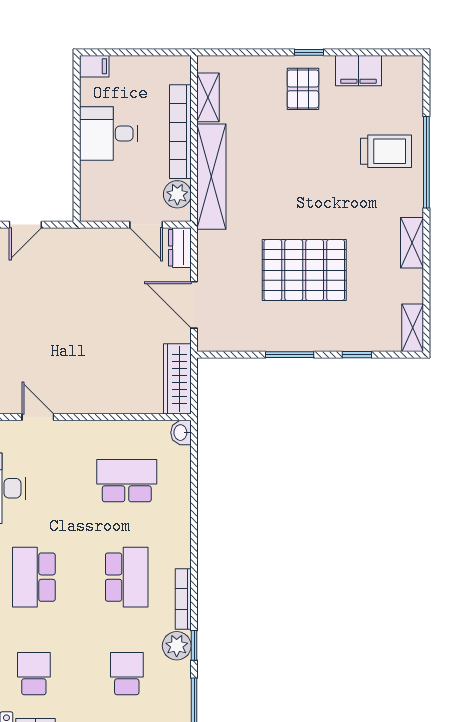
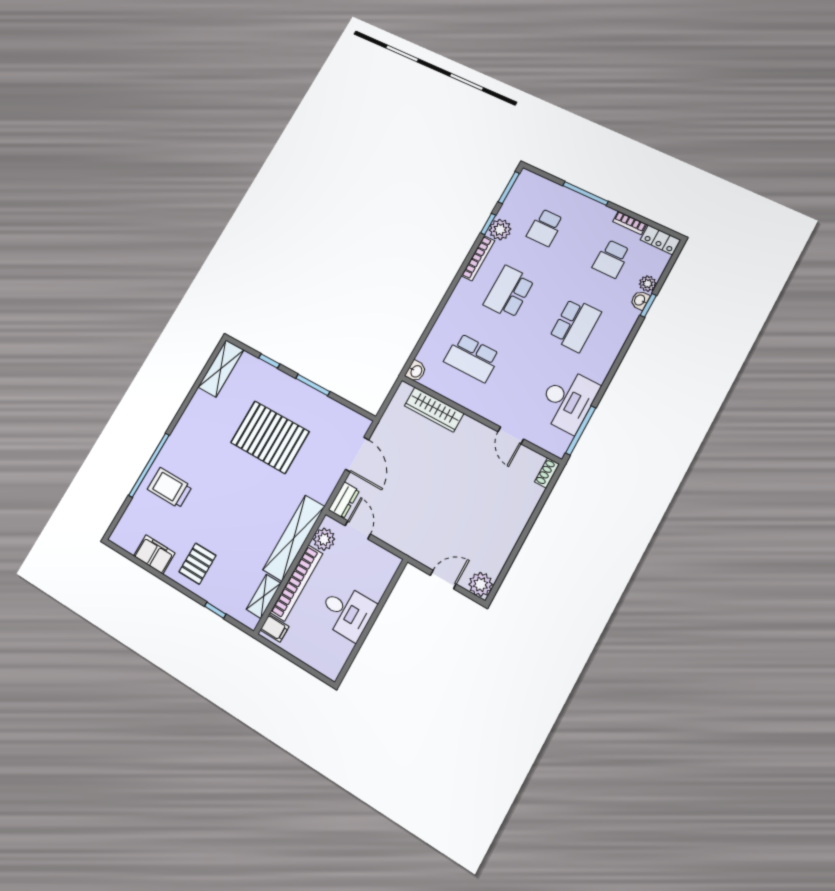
window: (309, 52) -> (215, 610), moved
filing cabinet: (94, 66) -> (275, 628), moved, turned 180
shelving: (412, 243) -> (190, 416), removed
shelving: (413, 328) -> (221, 368), width x1.50, depth x1.33
wardrobe: (177, 379) -> (434, 410), moved, turned 90

